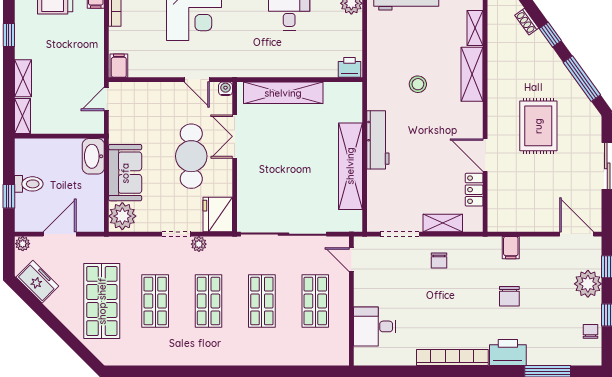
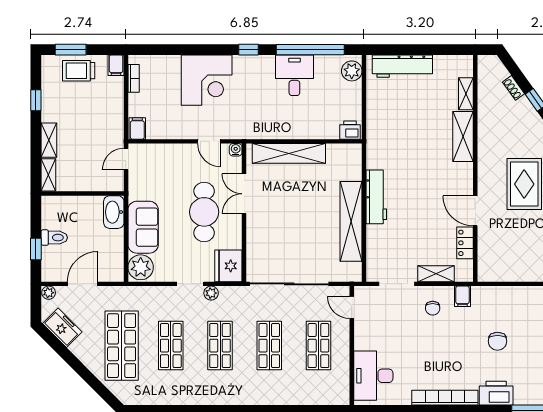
stool: (418, 84) -> (413, 146), removed
filing cabinet: (511, 248) -> (462, 296), moved
desk: (375, 326) -> (373, 376), width x1.37

